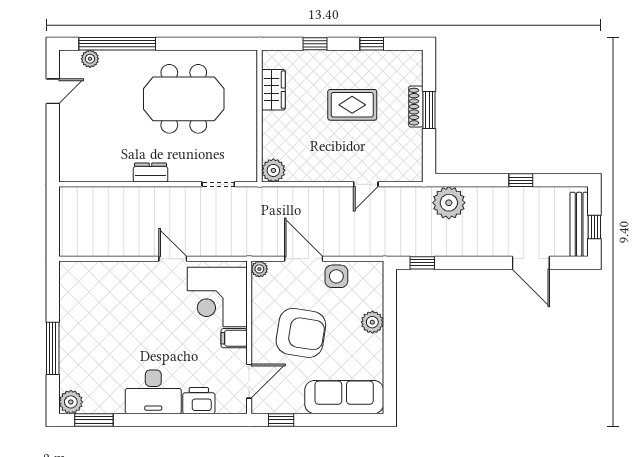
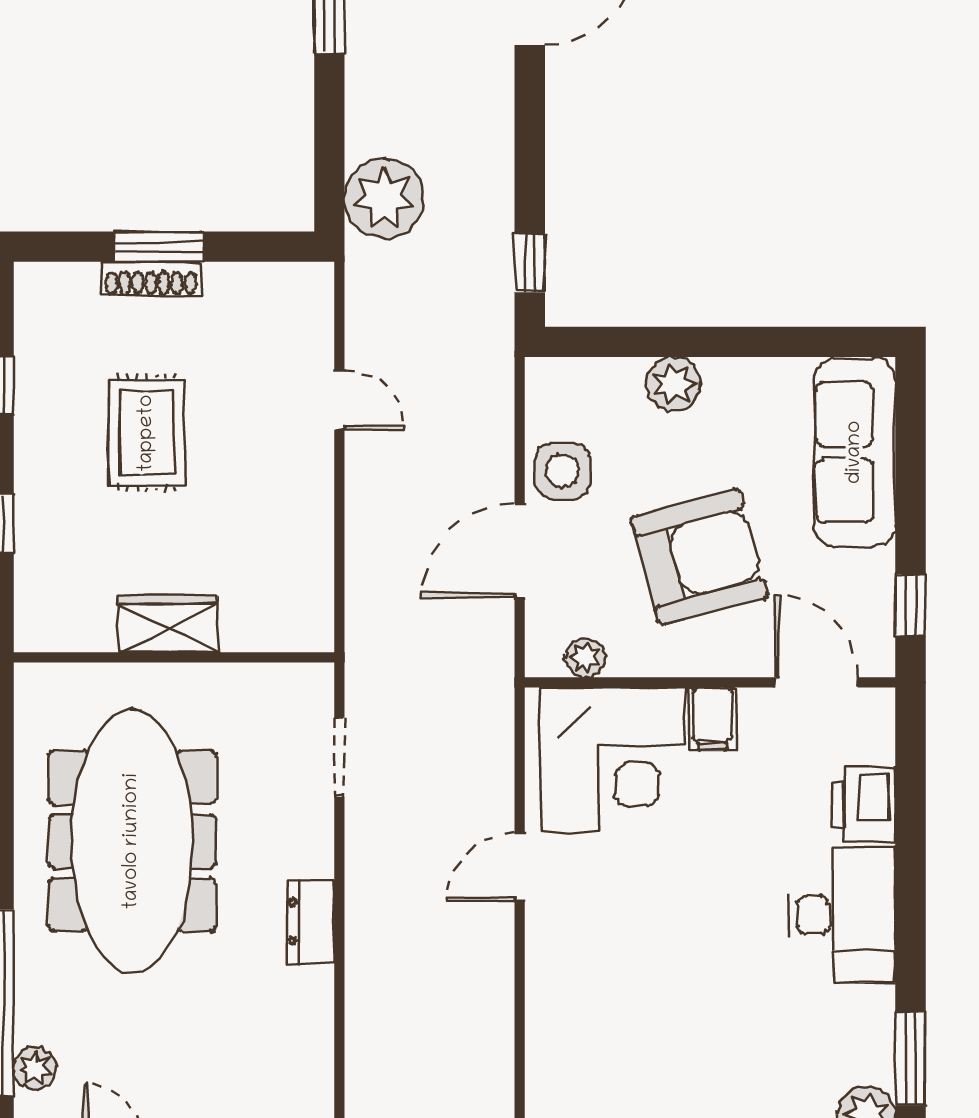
wardrobe: (273, 90) -> (168, 624), moved
meeting table: (184, 99) -> (132, 841), width x1.36
plant: (273, 170) -> (306, 624), removed
plant: (259, 269) -> (585, 658), moved
armchair: (301, 333) -> (699, 557), turned 66

